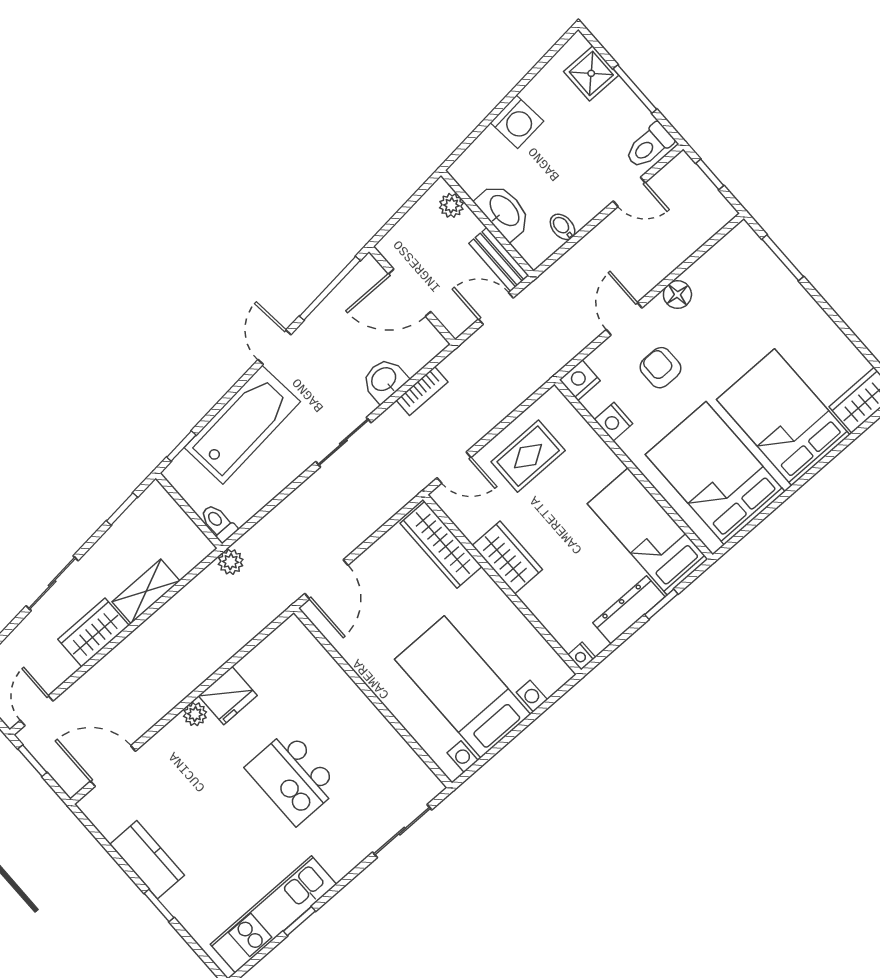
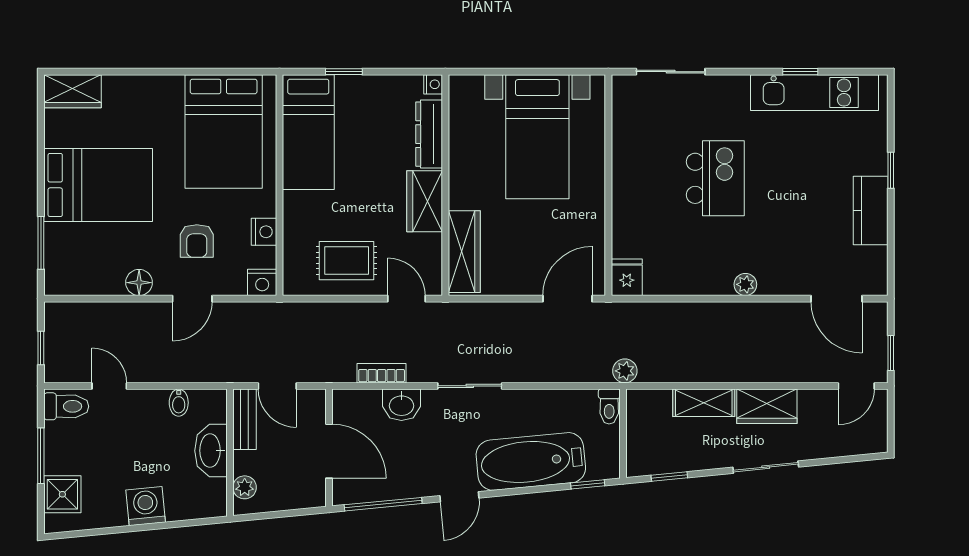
bed: (783, 417) -> (98, 185), moved, turned -90
dresser: (629, 610) -> (429, 134), moved, turned 90
fridge: (228, 696) -> (627, 277), moved, width x0.72

